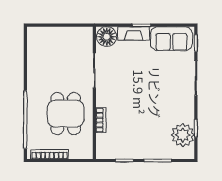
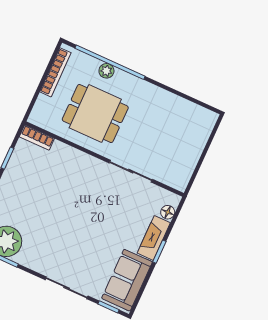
floor lamp: (107, 37) -> (168, 212), width x0.53, depth x0.53
plant: (32, 119) -> (106, 71), added
bookcase: (101, 120) -> (37, 138), moved

